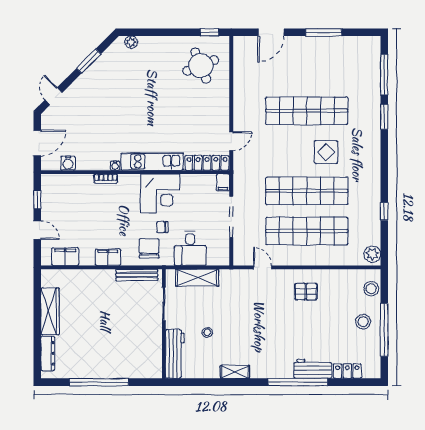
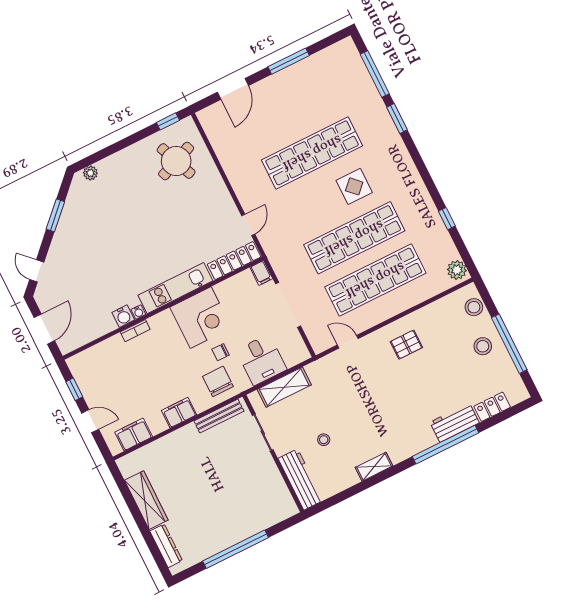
water cooler: (68, 163) -> (123, 316), moved

